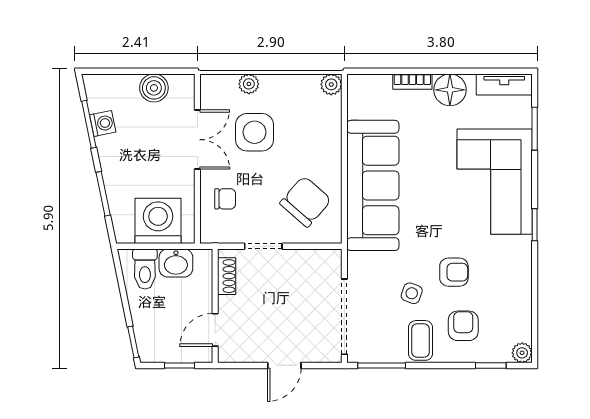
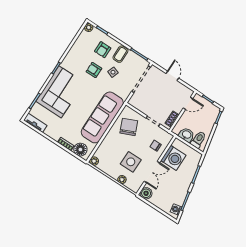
boiler: (154, 88) -> (146, 193), moved
floor lamp: (450, 90) -> (80, 150), moved
washing machine: (103, 123) -> (176, 209), moved
double door: (197, 140) -> (152, 172), swing flipped
chair: (306, 202) -> (129, 127), turned 116
washing machine: (158, 221) -> (173, 158), moved, turned -90
door: (284, 365) -> (172, 76), hinge flipped

